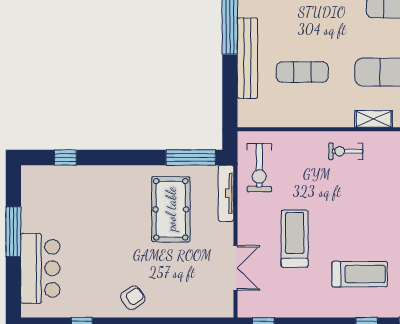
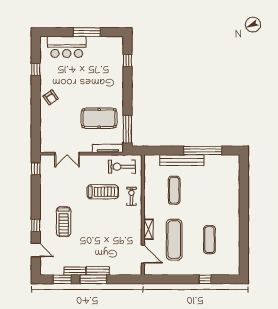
exercise bike: (346, 151) -> (132, 196), moved
treadmill: (295, 239) -> (103, 192), moved

